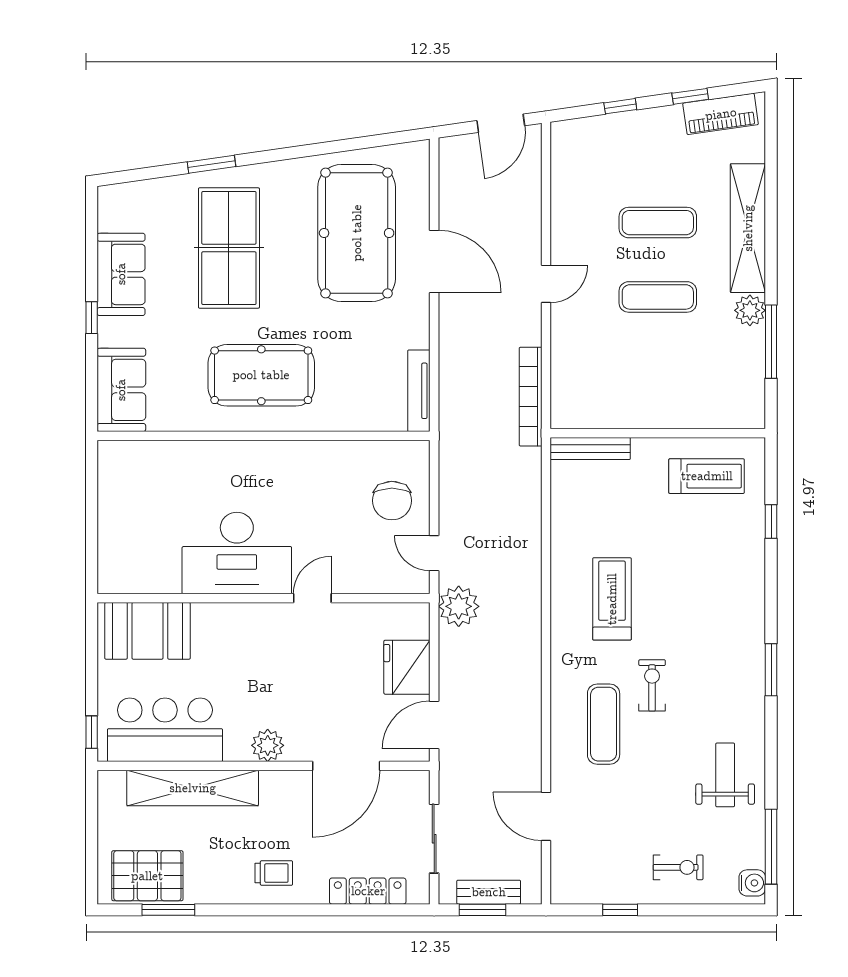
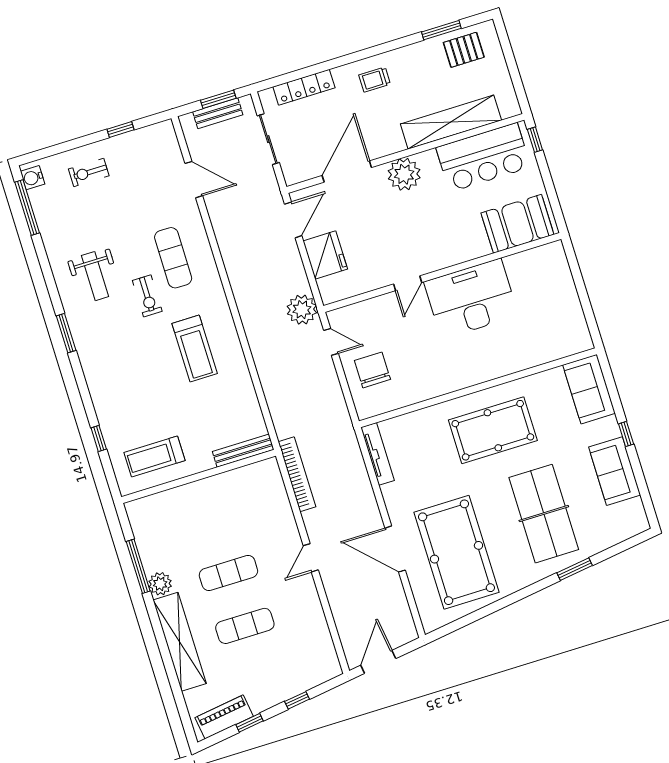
plant: (268, 745) -> (404, 174), width x1.36, depth x1.36
weight bench: (725, 775) -> (95, 276), moved
pallet: (147, 876) -> (464, 50), width x0.67, depth x0.71

